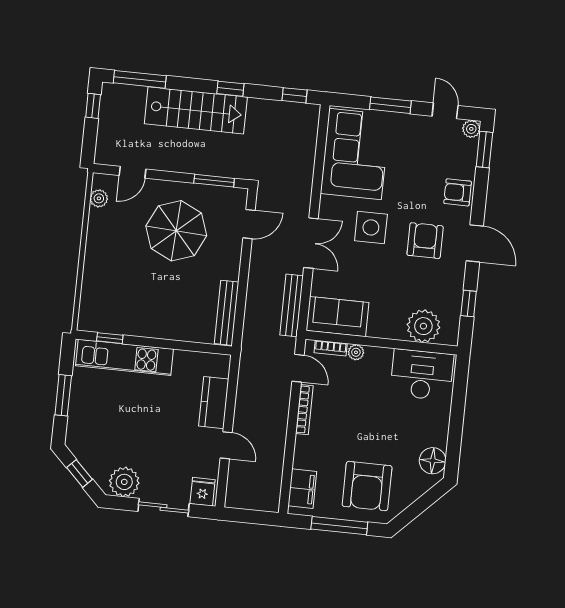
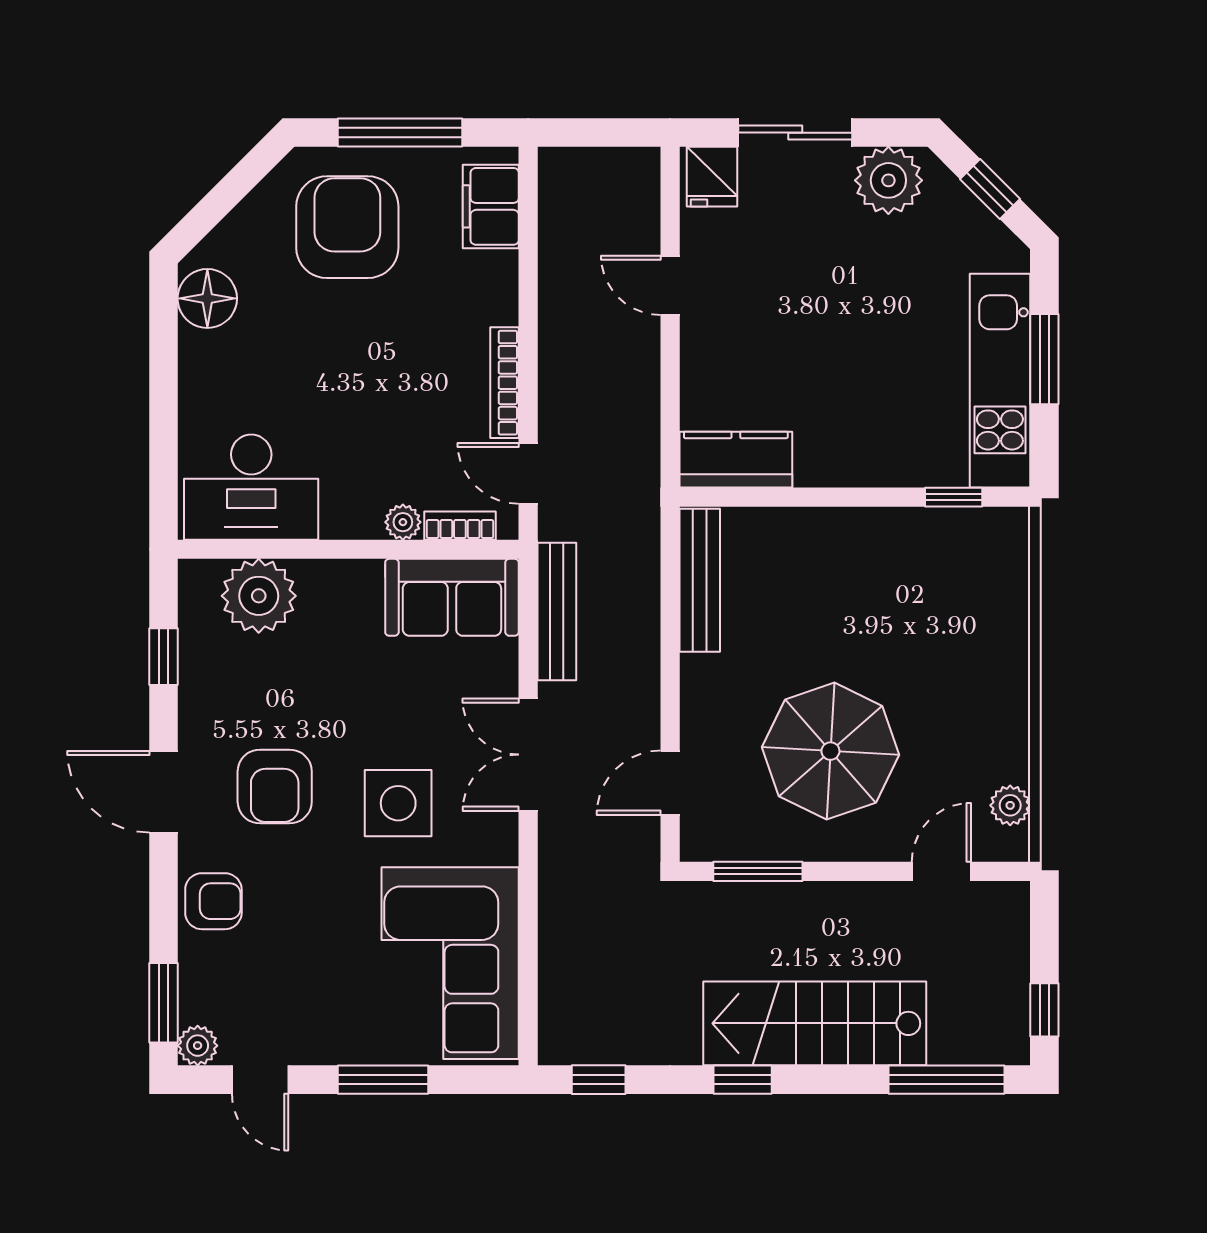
kitchen unit: (125, 357) -> (1000, 381), moved, turned -90
kitchen counter: (214, 403) -> (736, 460), moved, turned -90

